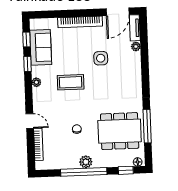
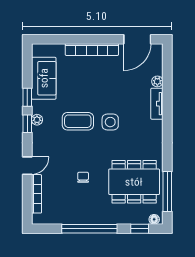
tv unit: (135, 28) -> (157, 104), moved
window: (27, 40) -> (27, 124), moved
side table: (101, 58) -> (110, 122), moved
door: (30, 121) -> (27, 166), hinge flipped
window: (147, 126) -> (167, 192), moved
plant: (86, 162) -> (92, 217), removed

